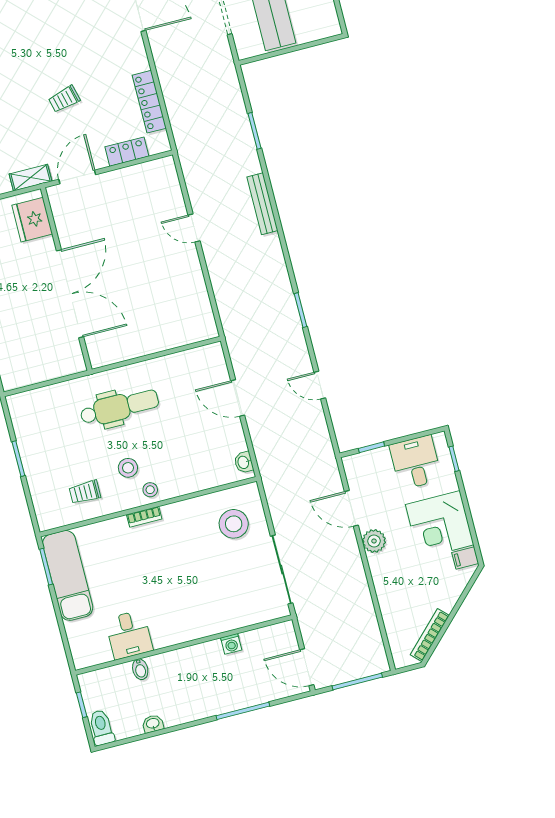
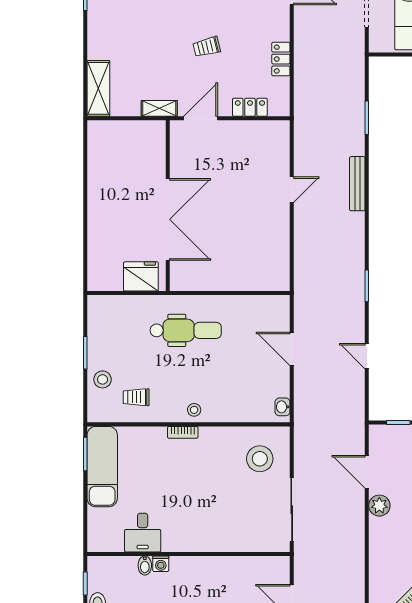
locker: (149, 102) -> (281, 59), width x0.66
fridge: (32, 220) -> (141, 276), moved, turned 90
door: (194, 228) -> (292, 190), swing flipped
stool: (128, 468) -> (103, 379), moved
washing machine: (231, 644) -> (161, 564), moved

